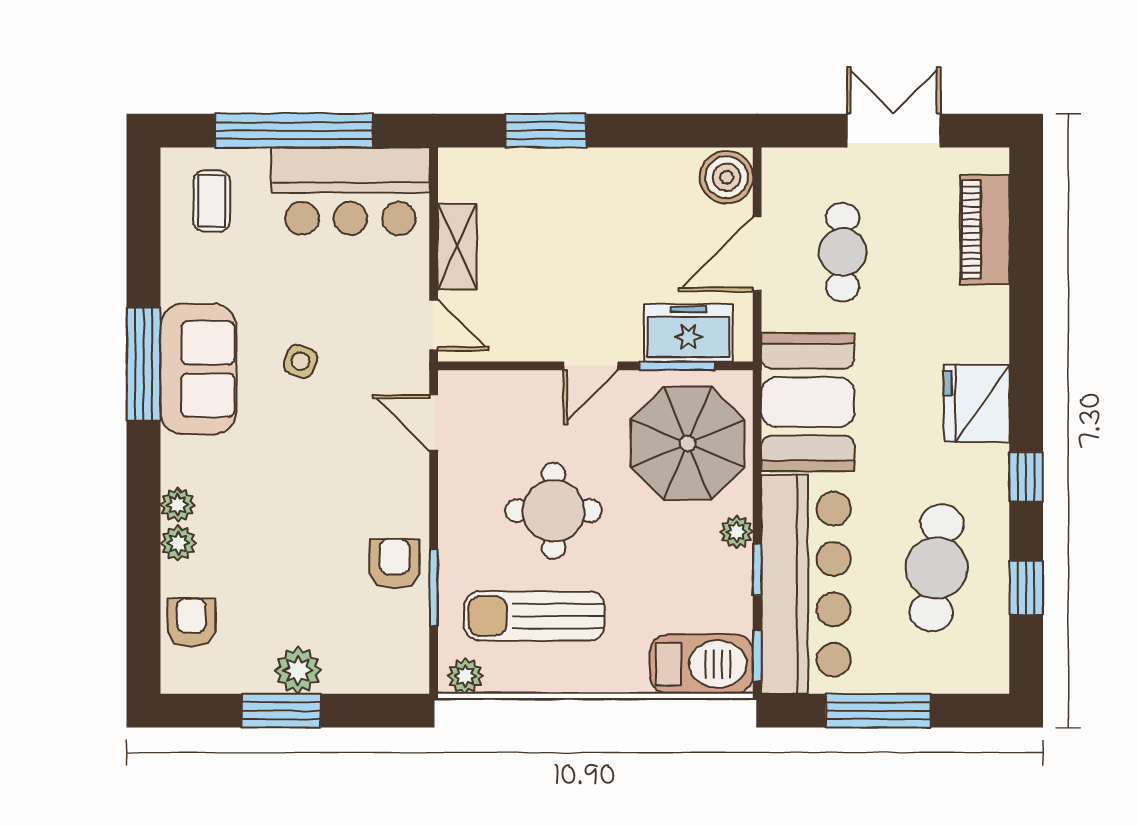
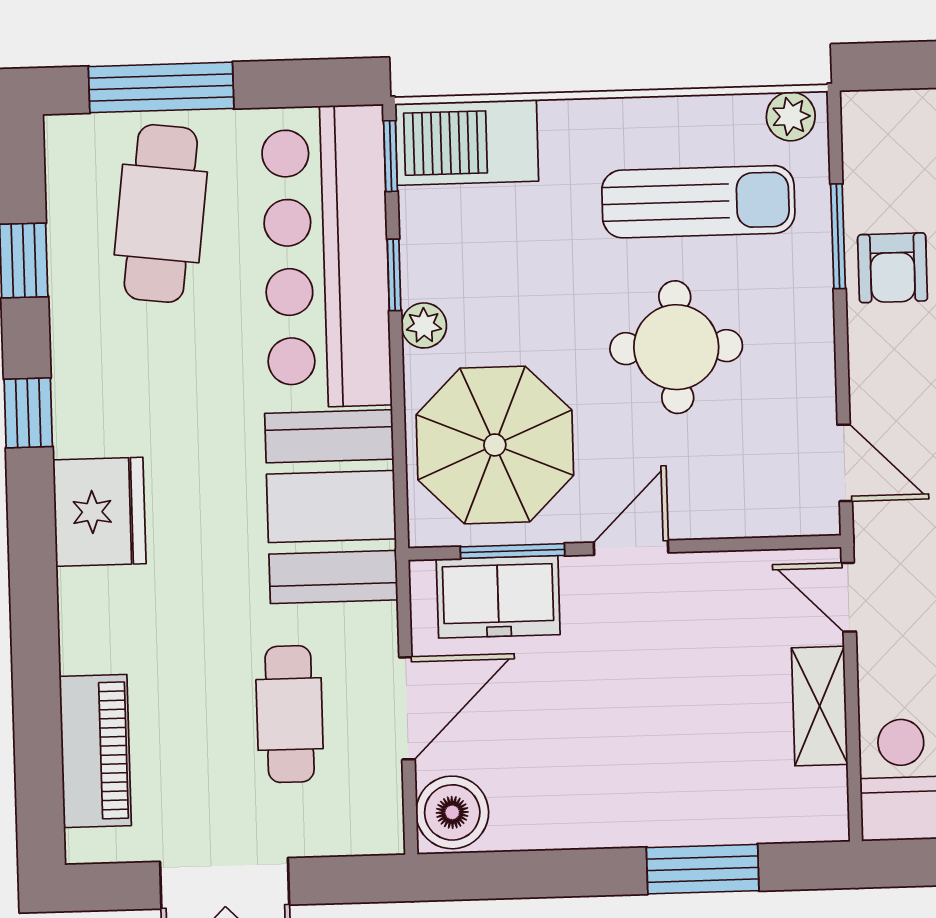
cafe table: (936, 568) -> (161, 213), moved
window: (878, 711) -> (161, 87), moved

